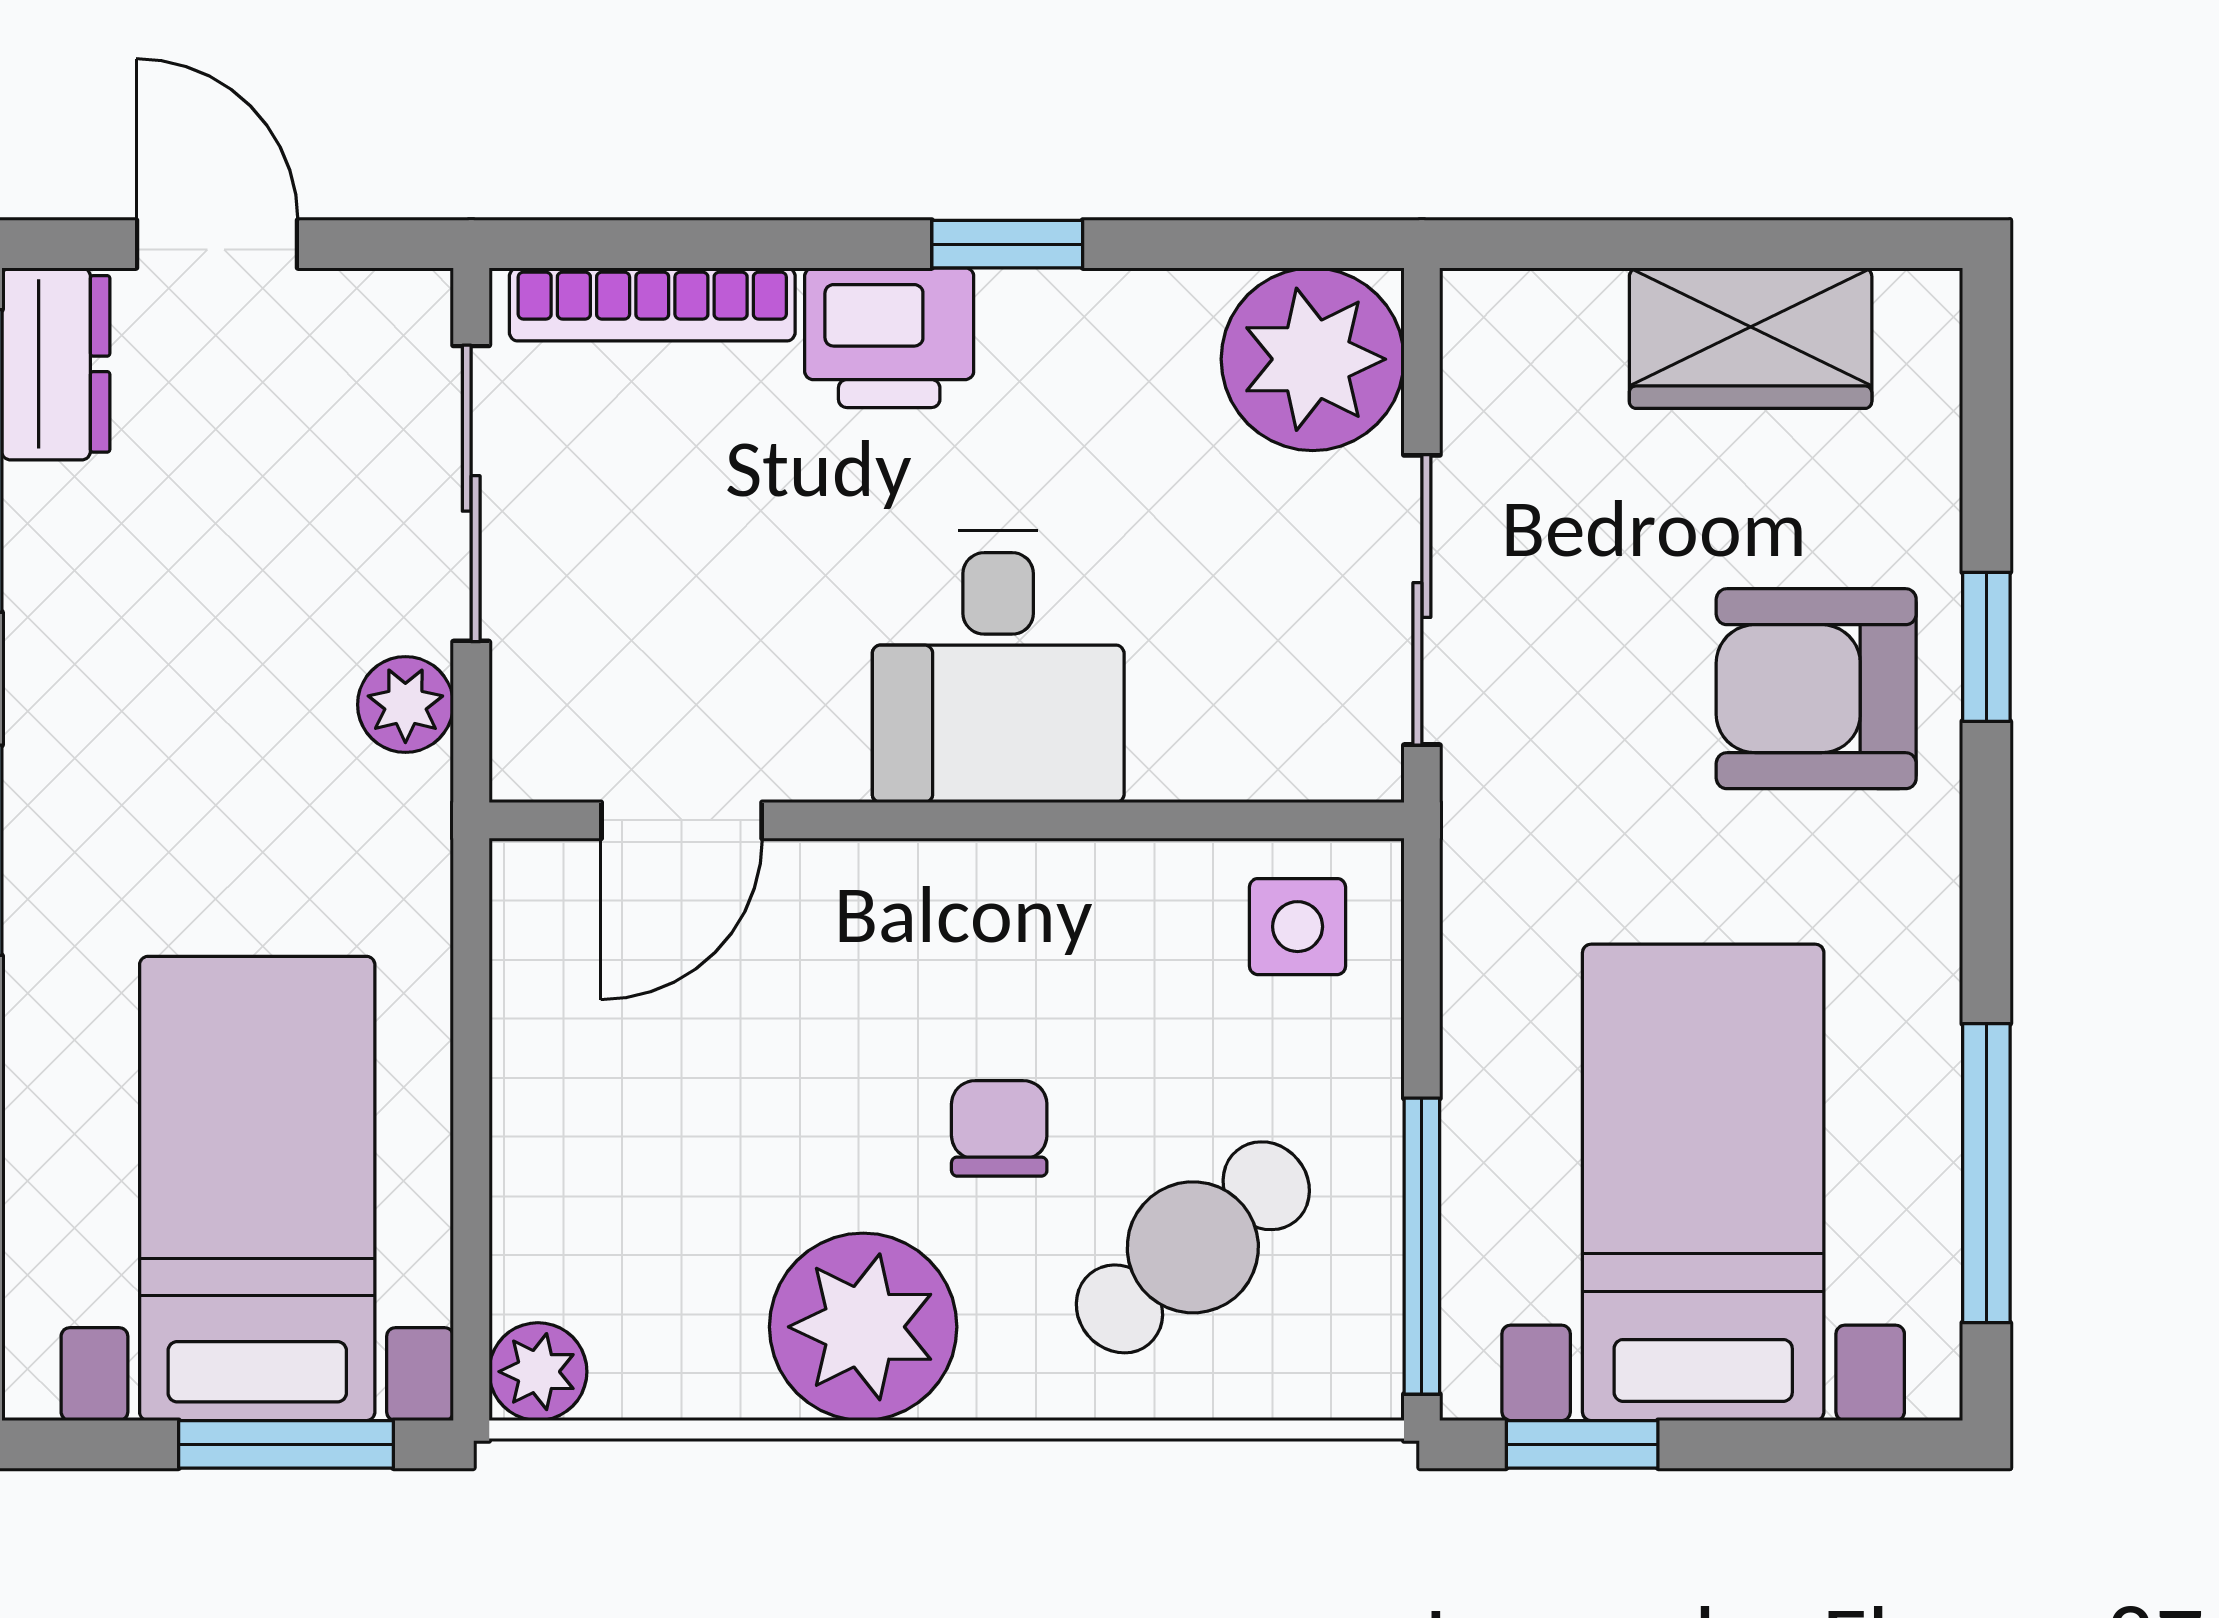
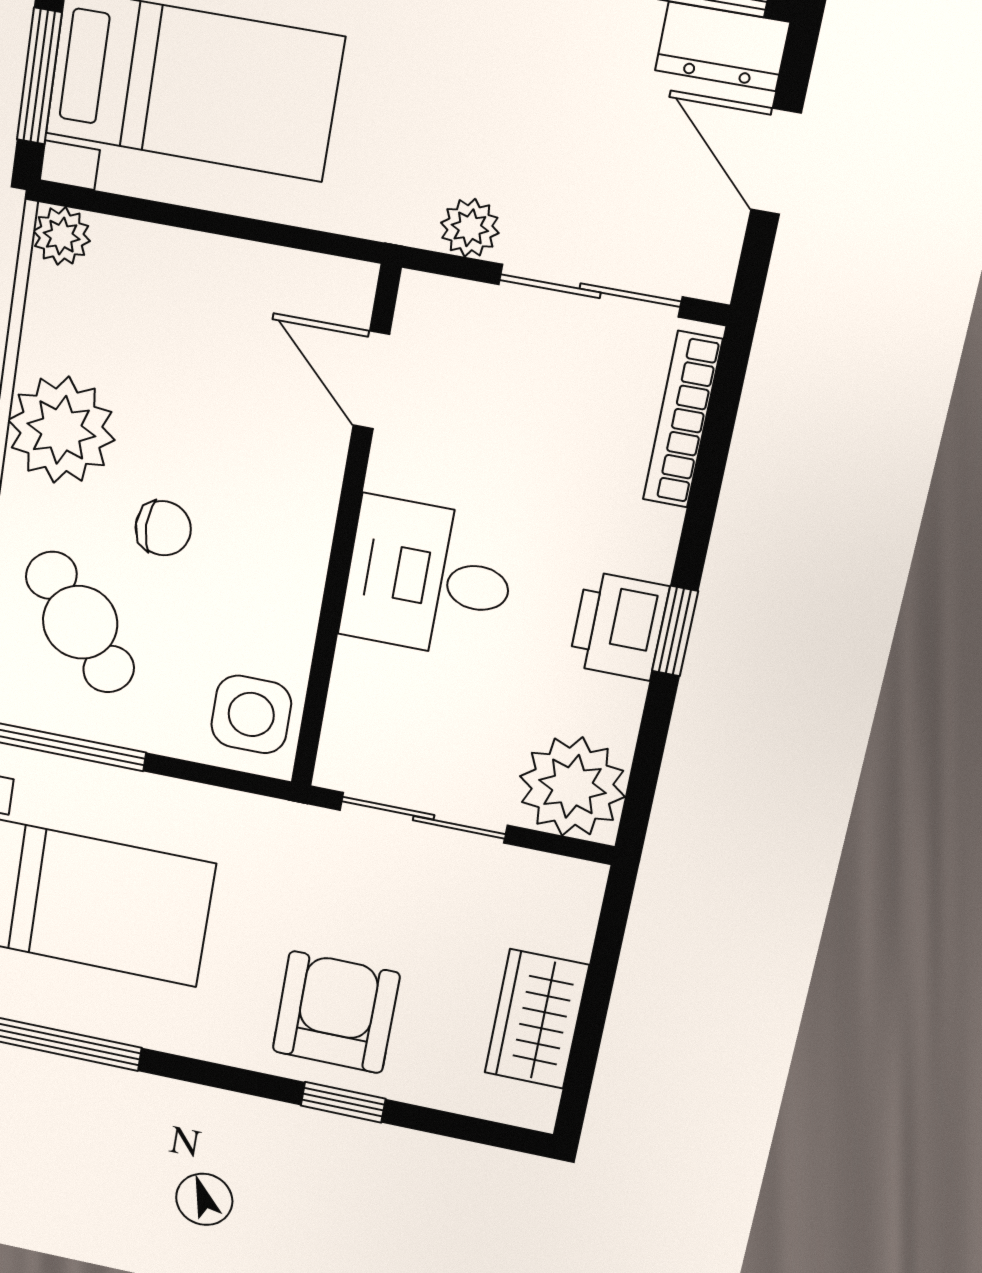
door: (217, 244) -> (776, 162), swing flipped
printer: (889, 338) -> (619, 626), moved
side table: (1298, 927) -> (251, 714), width x1.37, depth x1.37

